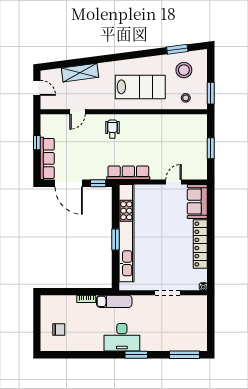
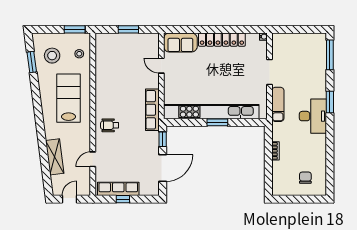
door: (78, 112) -> (93, 159), swing flipped
row of seats: (47, 158) -> (118, 189), moved
exam couch: (114, 301) -> (278, 104), moved

